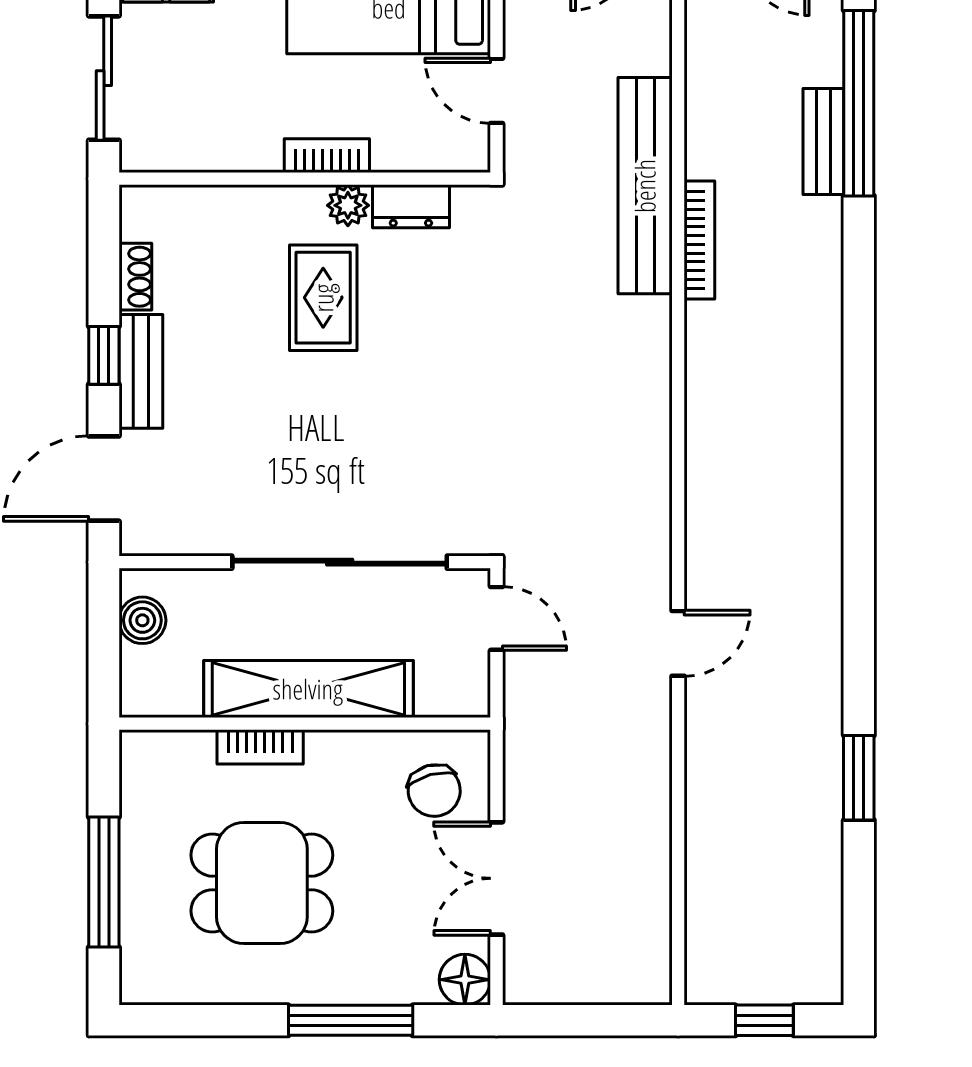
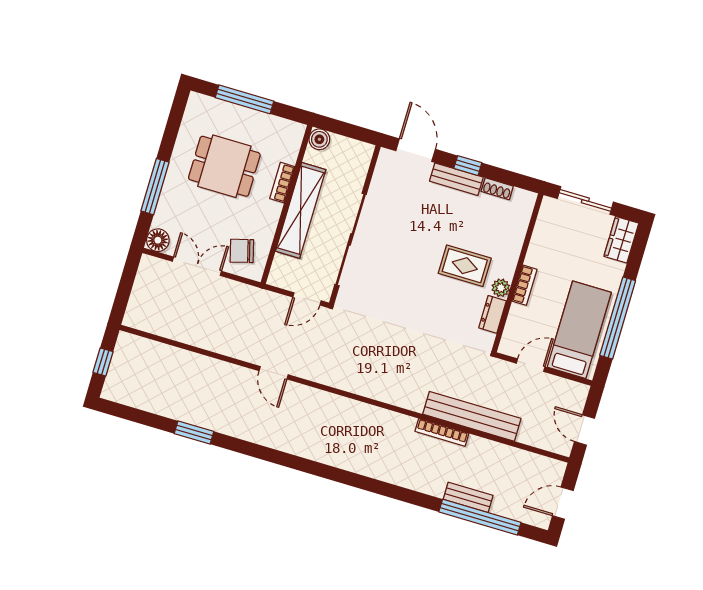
boiler: (142, 620) -> (319, 139), moved
dining table: (262, 883) -> (224, 166), turned 90

